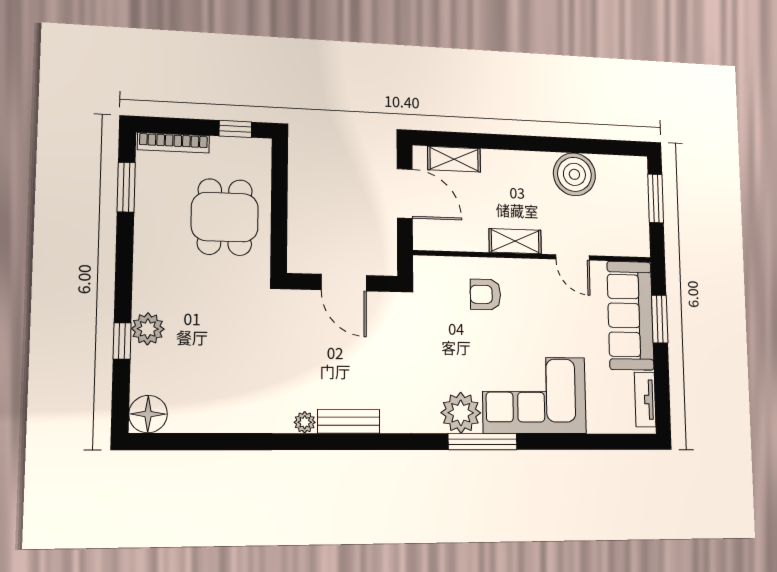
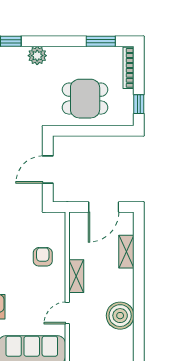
shelving: (454, 159) -> (126, 252), moved
plant: (148, 329) -> (37, 56), moved

